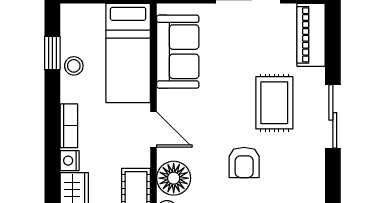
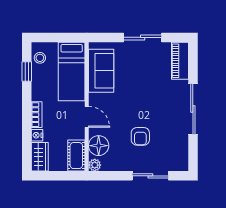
stool: (74, 66) -> (40, 58), moved
rug: (274, 103) -> (158, 101), removed
sliding door: (333, 116) -> (193, 109), width x1.37

